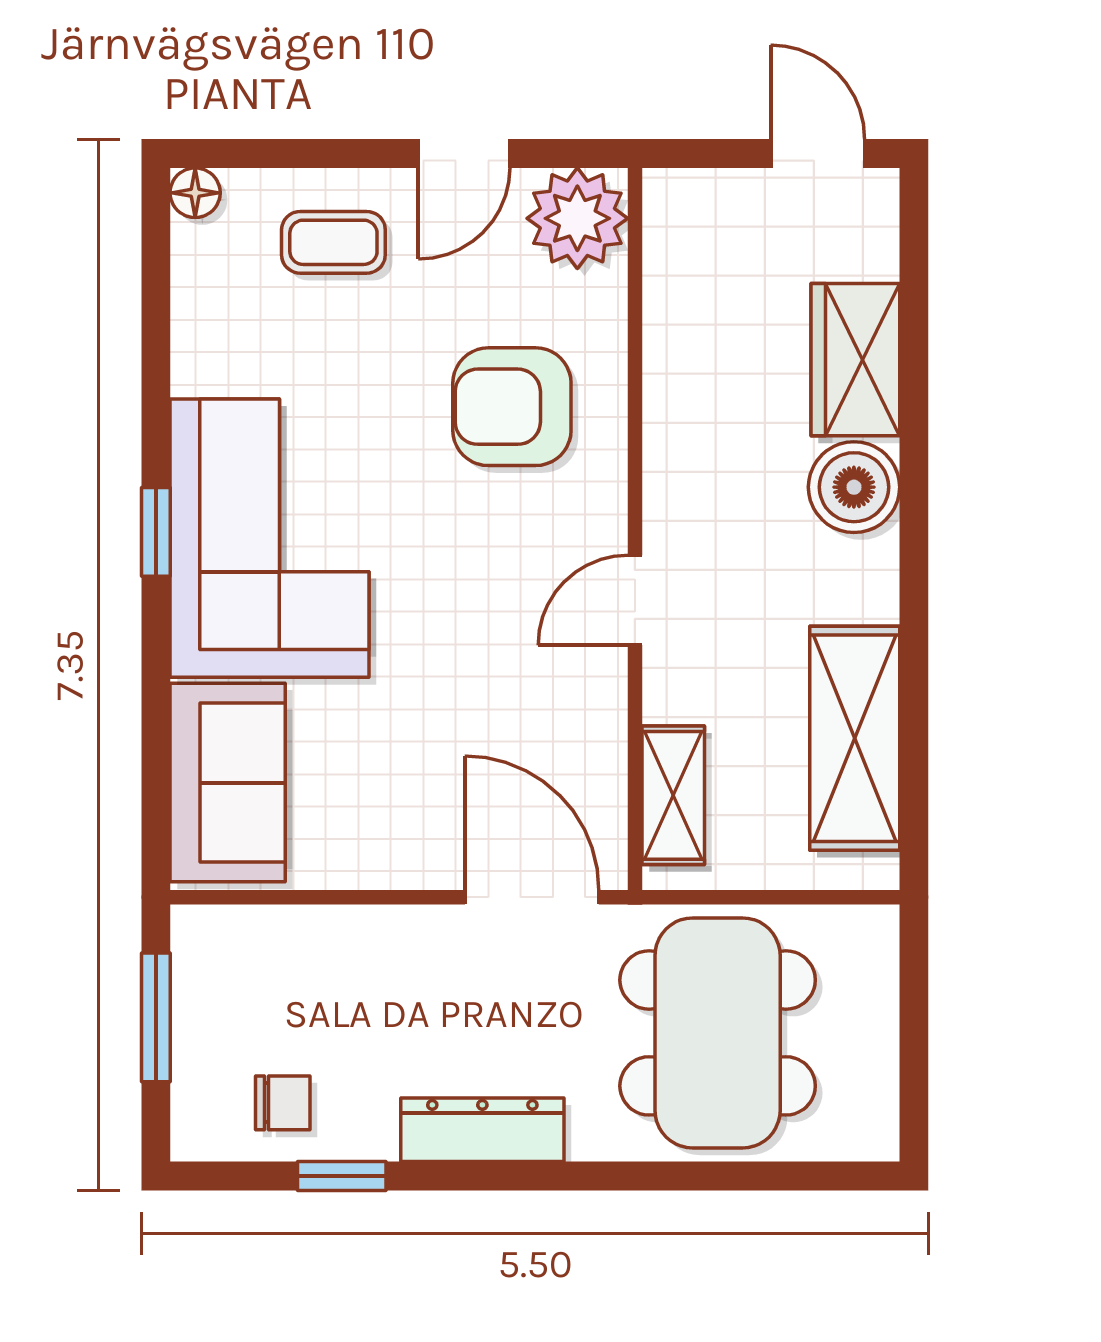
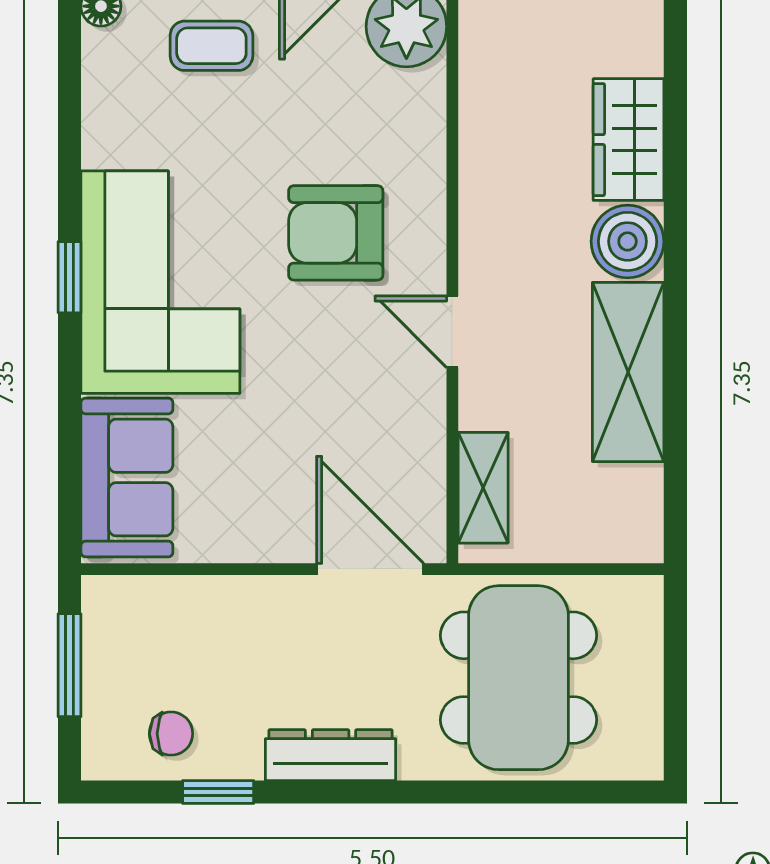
armchair: (512, 407) -> (336, 233), moved
door: (635, 600) -> (452, 332), hinge flipped
shelving: (855, 738) -> (628, 372), moved

